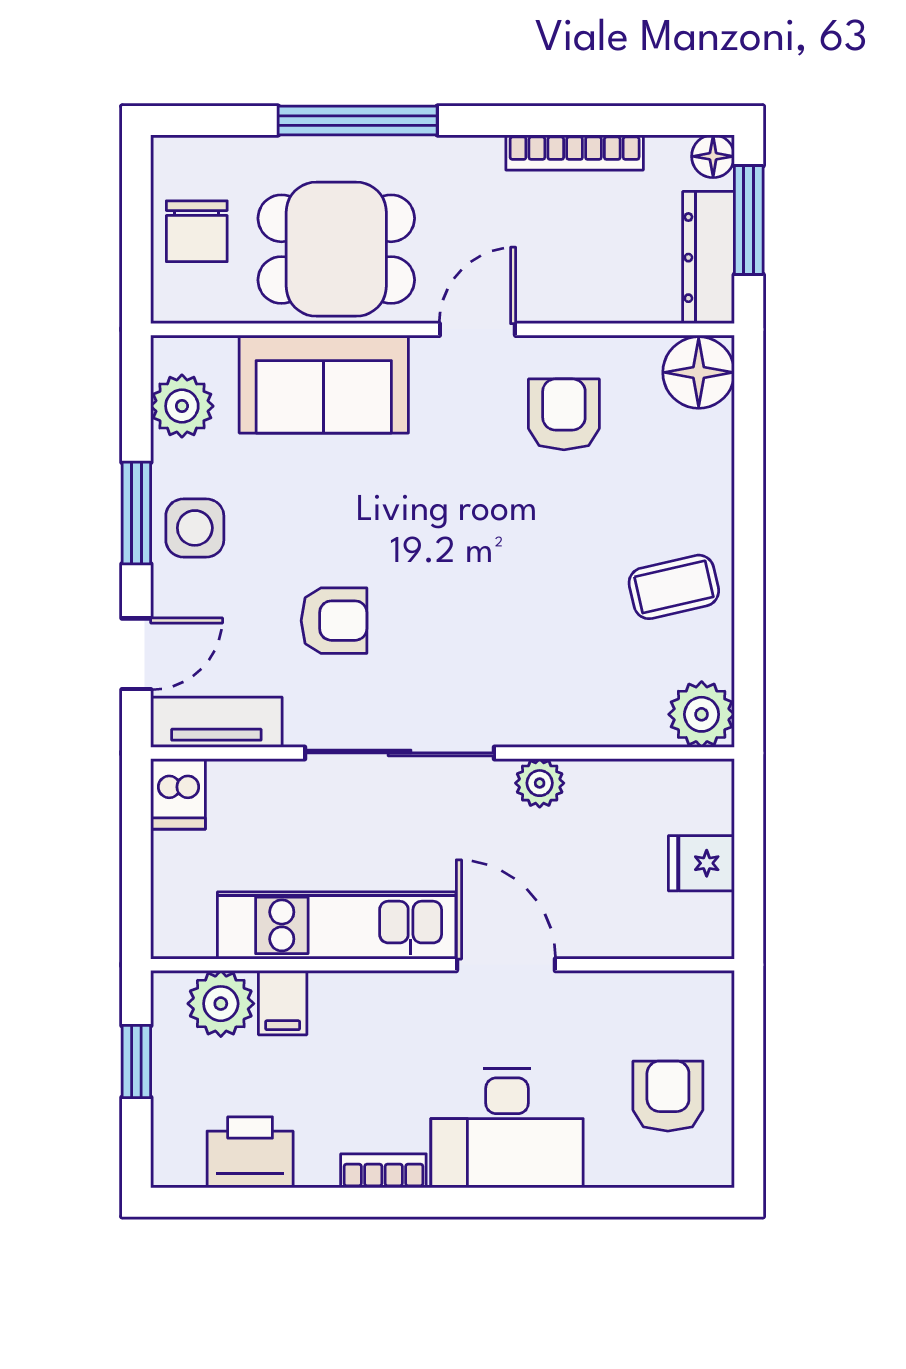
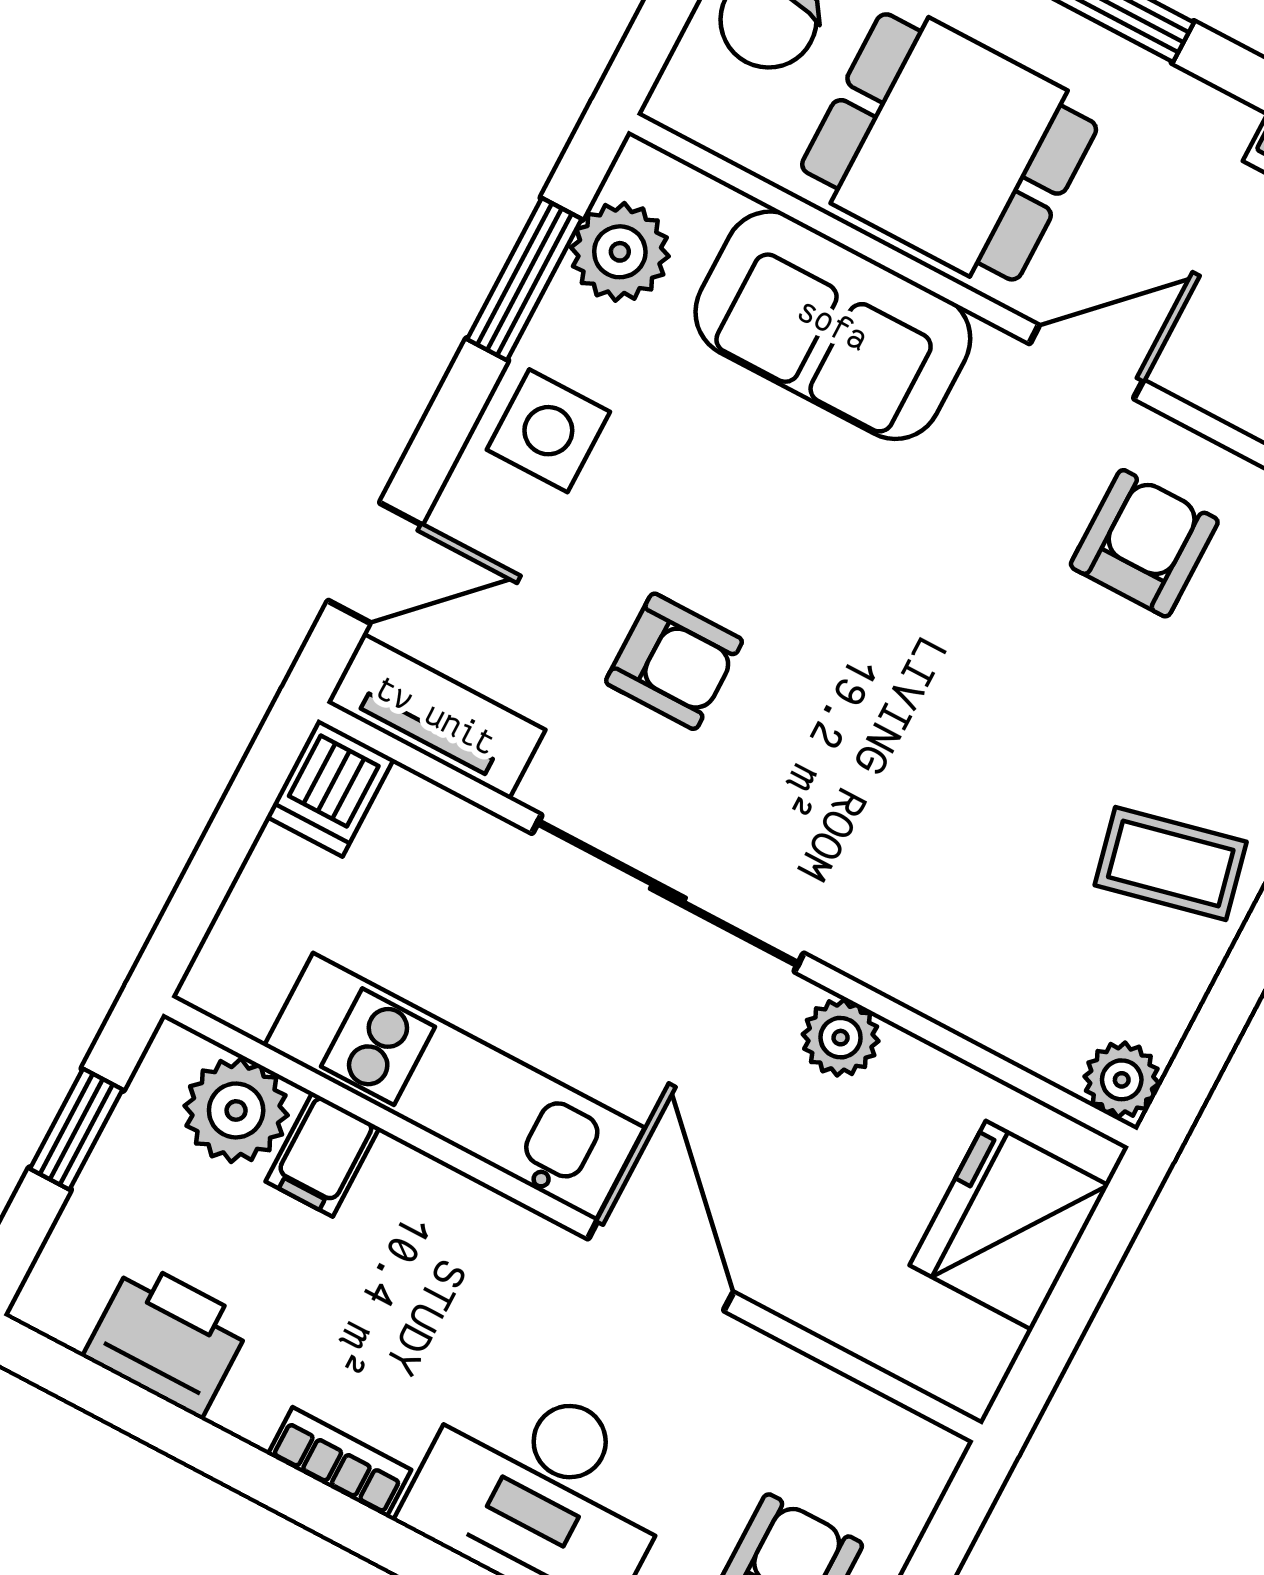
window: (136, 513) -> (524, 279), moved
plant: (702, 714) -> (1122, 1080), width x0.73, depth x0.73
fridge: (701, 863) -> (1009, 1225), width x1.88, depth x1.34

